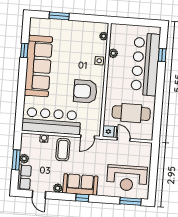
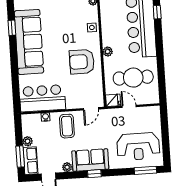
plant: (113, 53) -> (108, 52), moved
bar counter: (51, 121) -> (42, 98), width x0.73
window: (16, 160) -> (20, 157), moved

